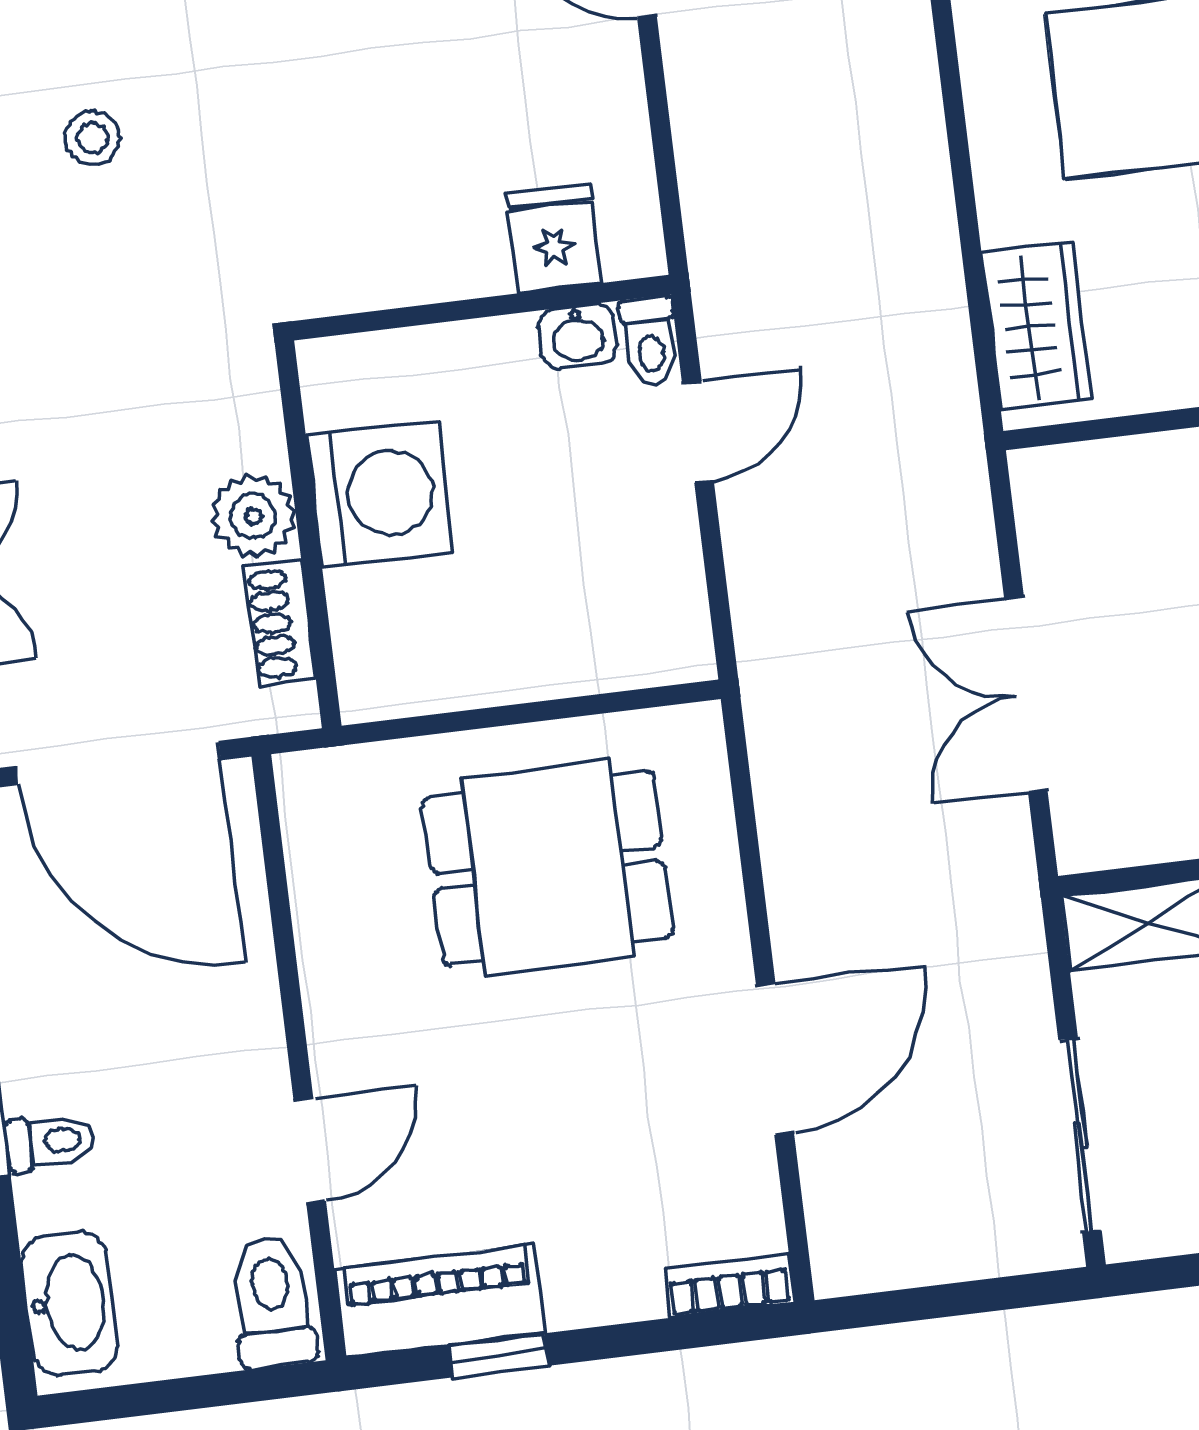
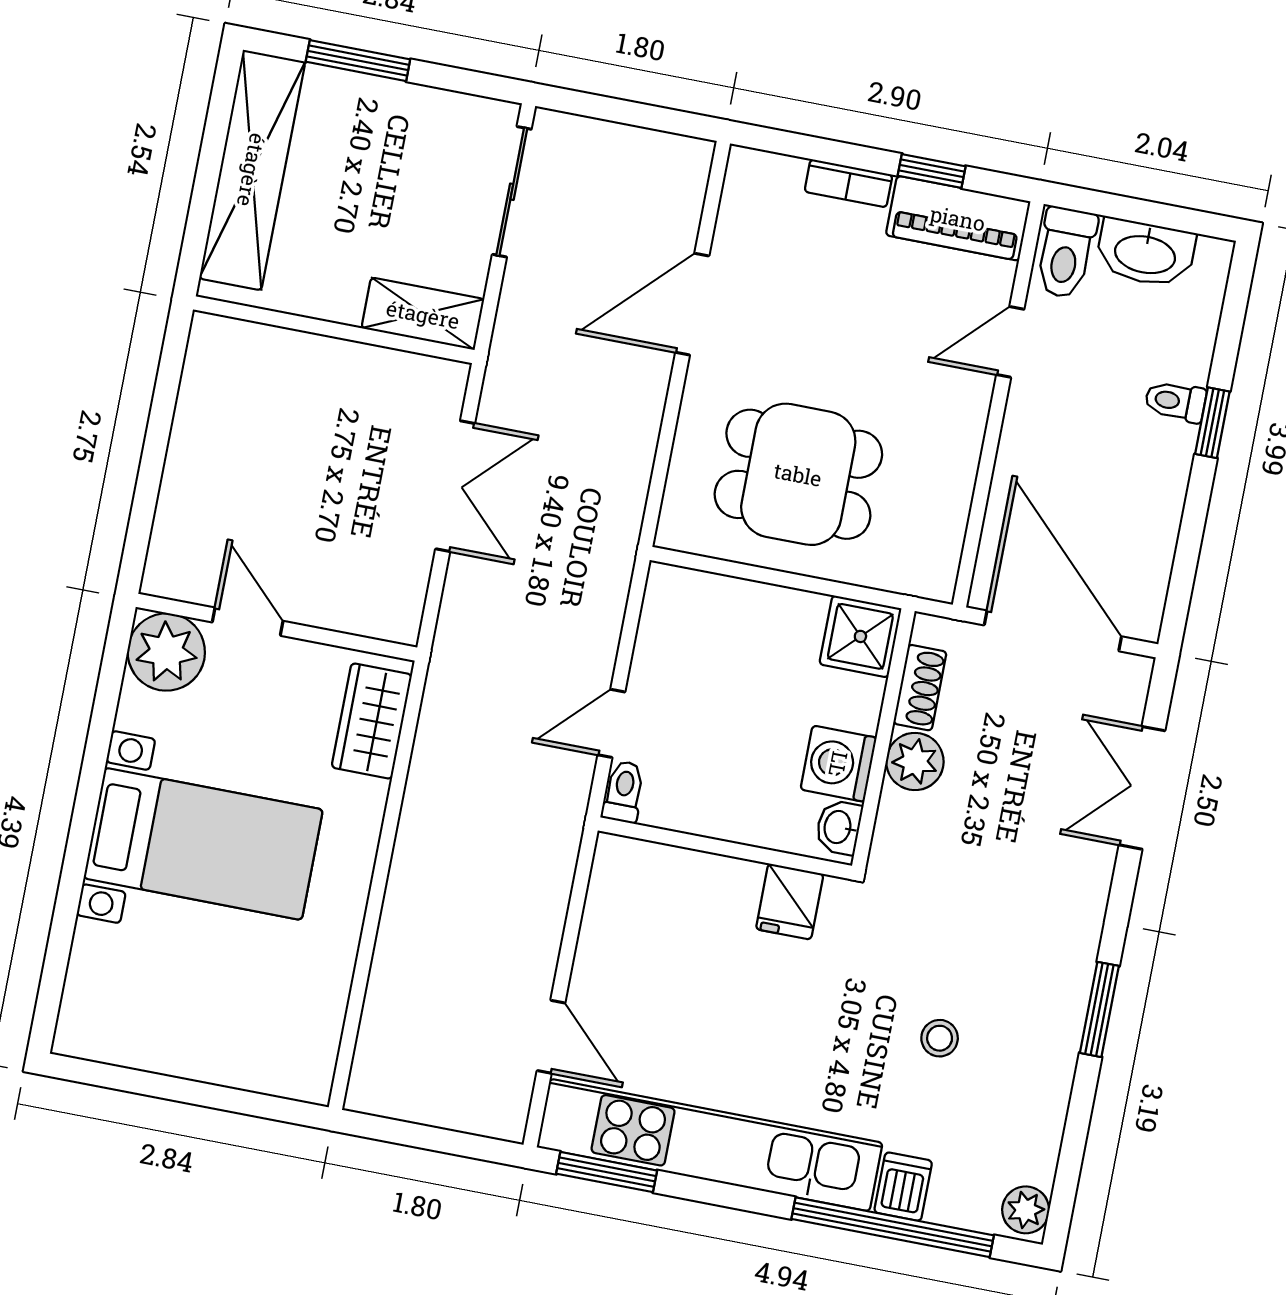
fridge: (553, 239) -> (790, 902), moved
washbasin: (578, 336) -> (839, 827), moved, turned -90
washing machine: (380, 494) -> (839, 764), width x0.73, depth x0.73
shower: (387, 668) -> (860, 636), added
bookcase: (729, 1286) -> (848, 183), moved
washbasin: (69, 1303) -> (1145, 253), moved, turned -90

